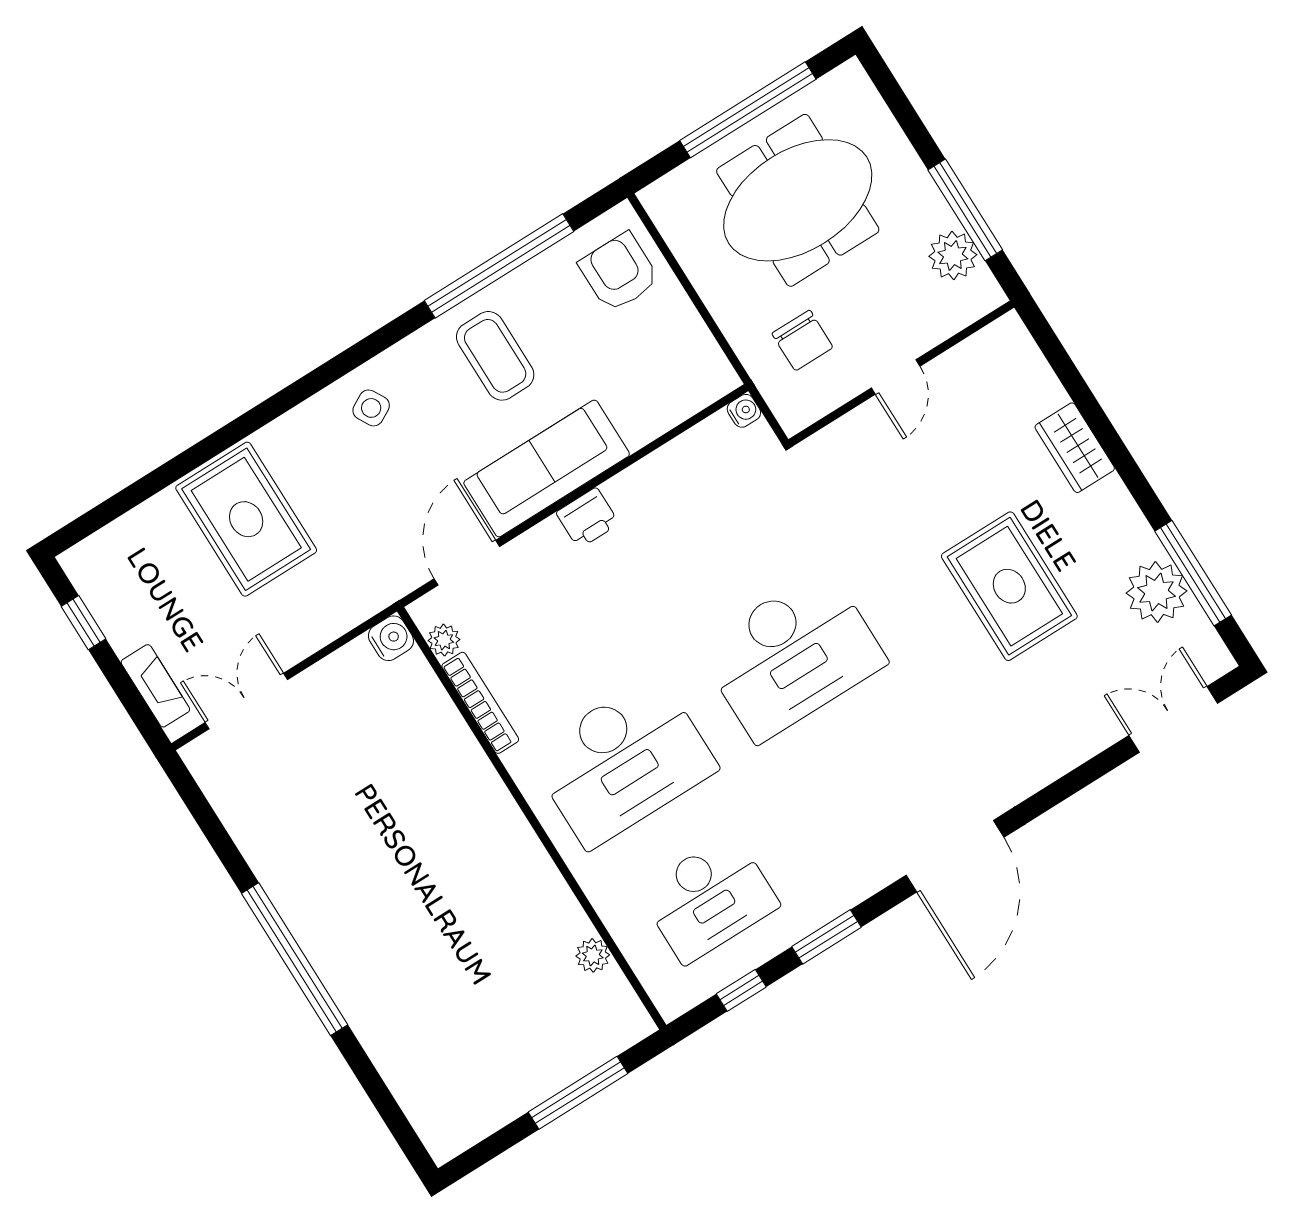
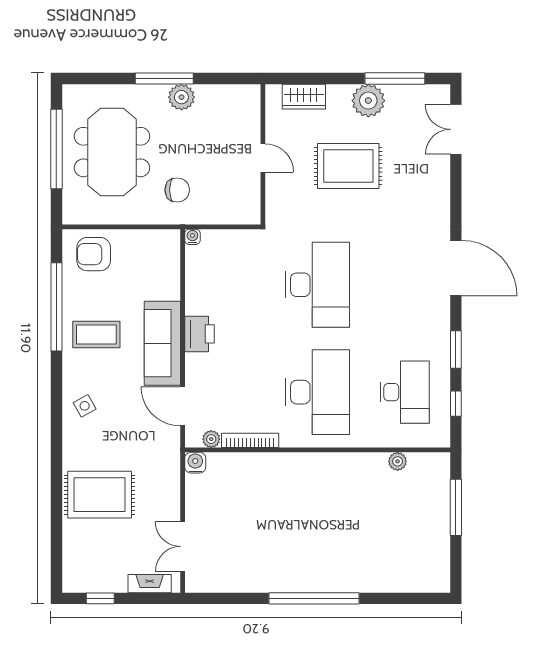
wall: (901, 373) -> (263, 154), moved
door: (896, 377) -> (263, 158), moved
printer: (588, 518) -> (200, 334), width x1.36, depth x1.24
plant: (1156, 592) -> (368, 101), moved

